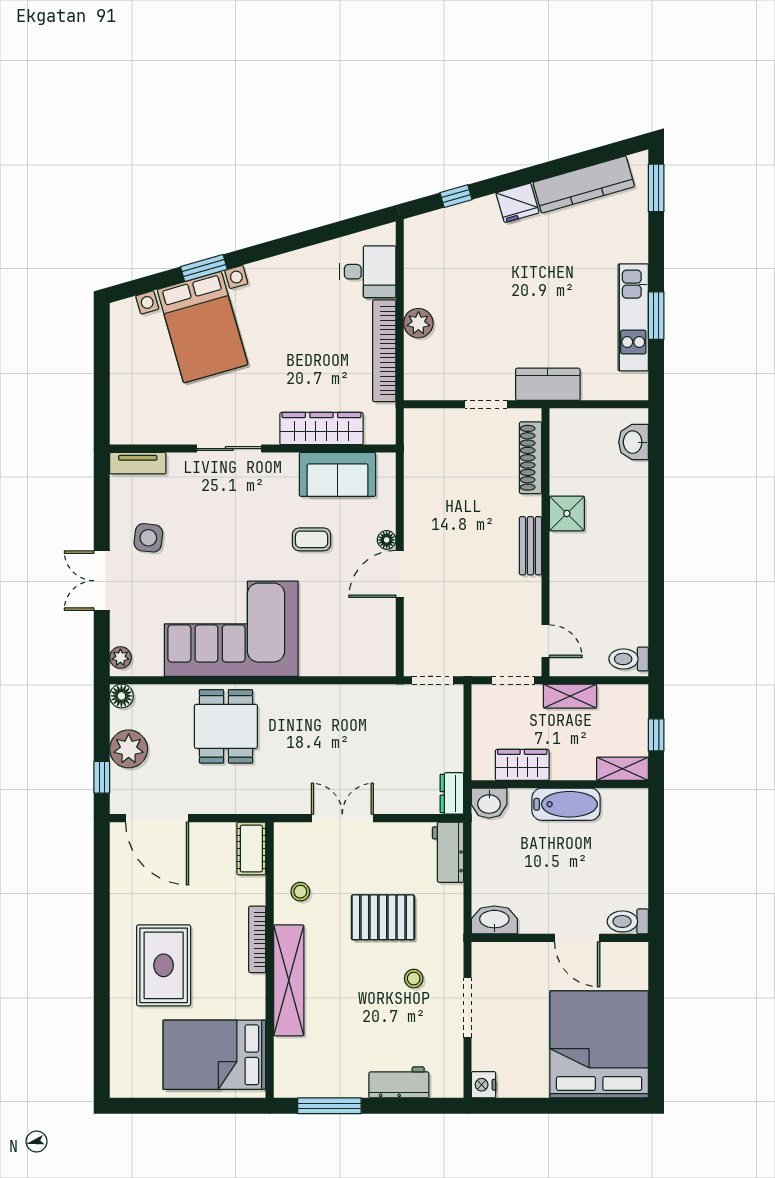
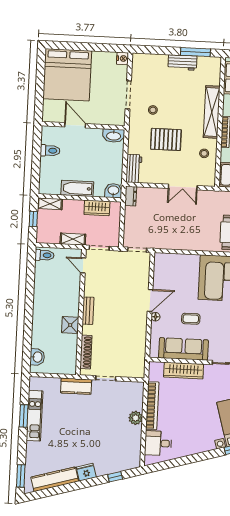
sofa: (338, 474) -> (184, 349), width x1.36
toilet: (628, 921) -> (50, 151), moved
workbench: (399, 1082) -> (182, 62), moved

